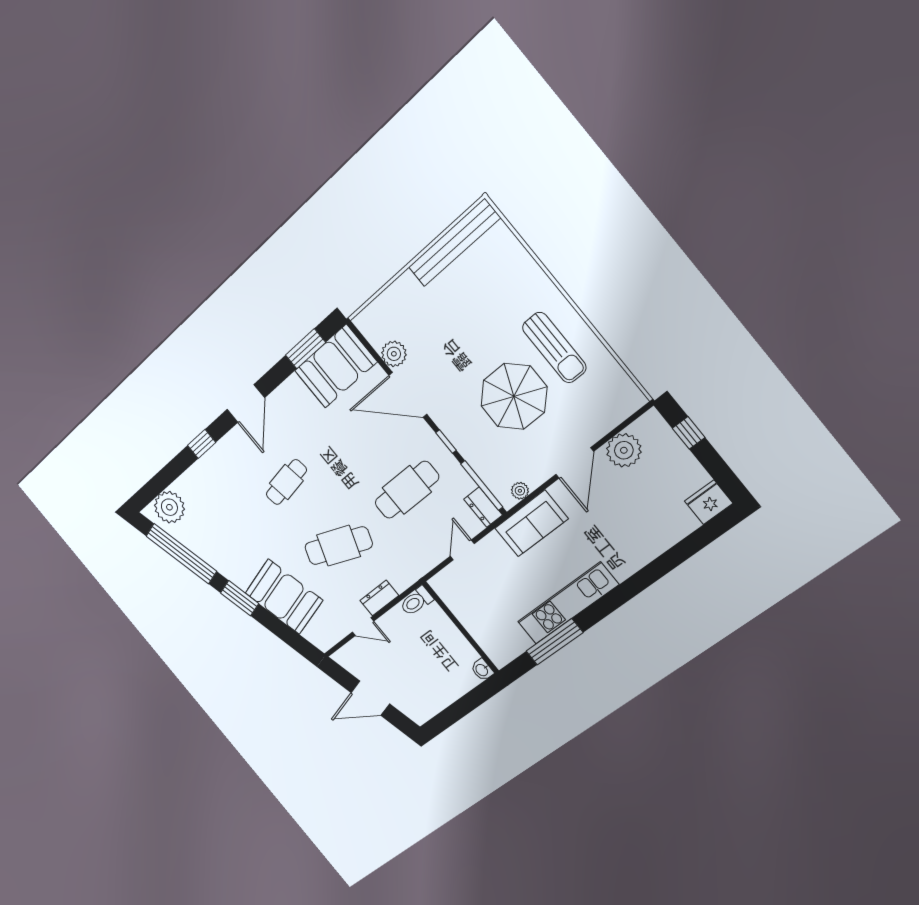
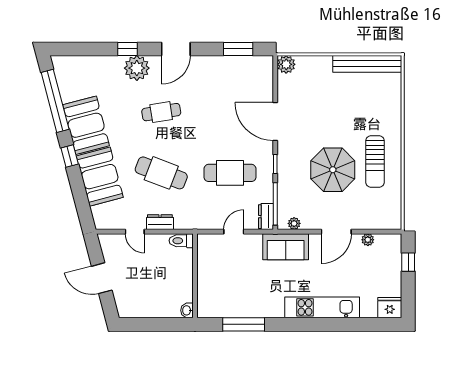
plant: (394, 354) -> (286, 64), moved
booth: (336, 366) -> (86, 125), moved, turned 75
plant: (624, 450) -> (368, 240), width x0.53, depth x0.53
plant: (169, 507) -> (137, 68), moved
window: (240, 598) -> (70, 156), width x0.67
kitchen unit: (568, 603) -> (322, 307), moved

